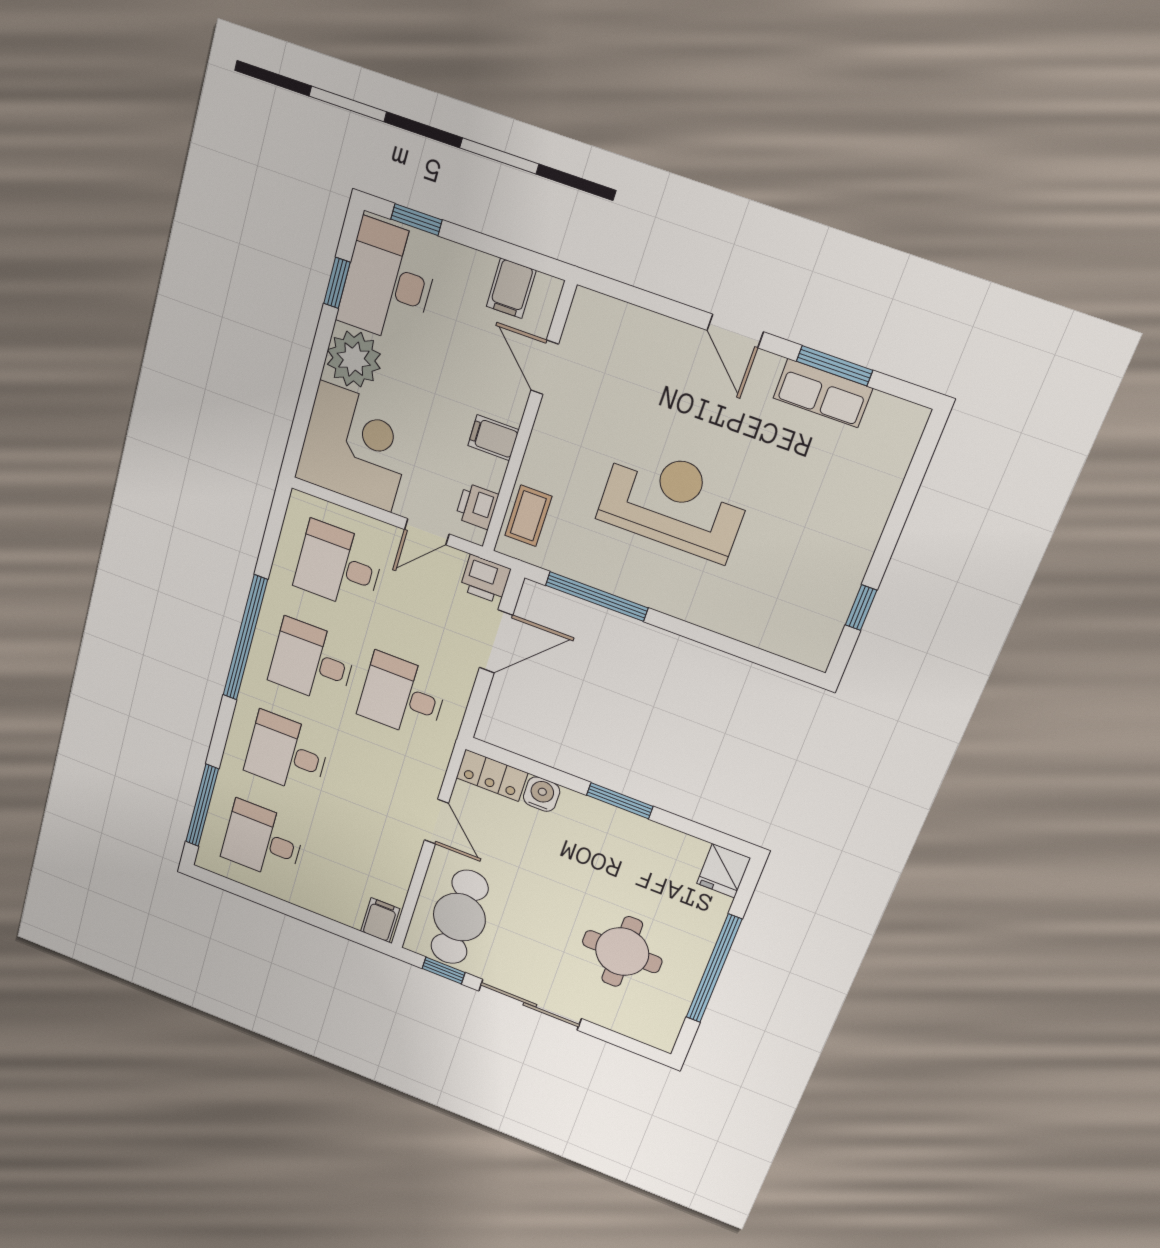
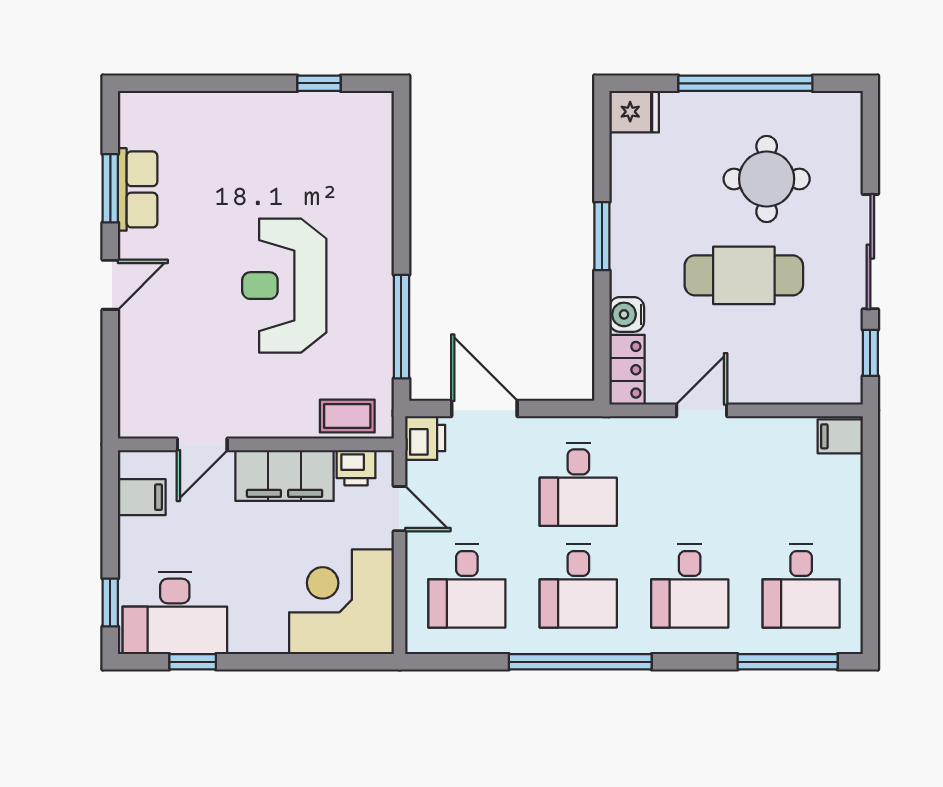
plant: (354, 359) -> (258, 626), removed
filing cabinet: (493, 438) -> (285, 476), width x3.00, depth x1.17
cafe table: (459, 917) -> (744, 275), moved

